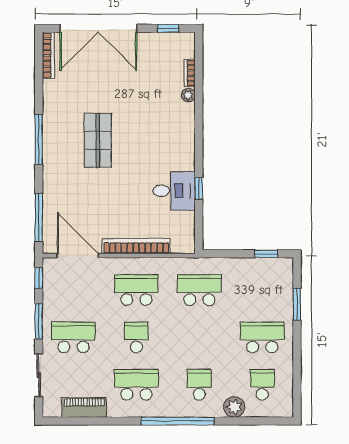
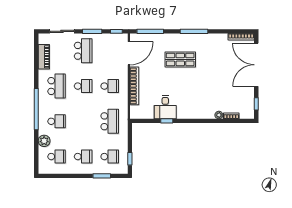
shop shelf: (98, 140) -> (180, 59), moved
school desk: (136, 290) -> (110, 86), width x0.54
school desk: (262, 290) -> (110, 157), added
school desk: (262, 337) -> (83, 157), width x0.54

